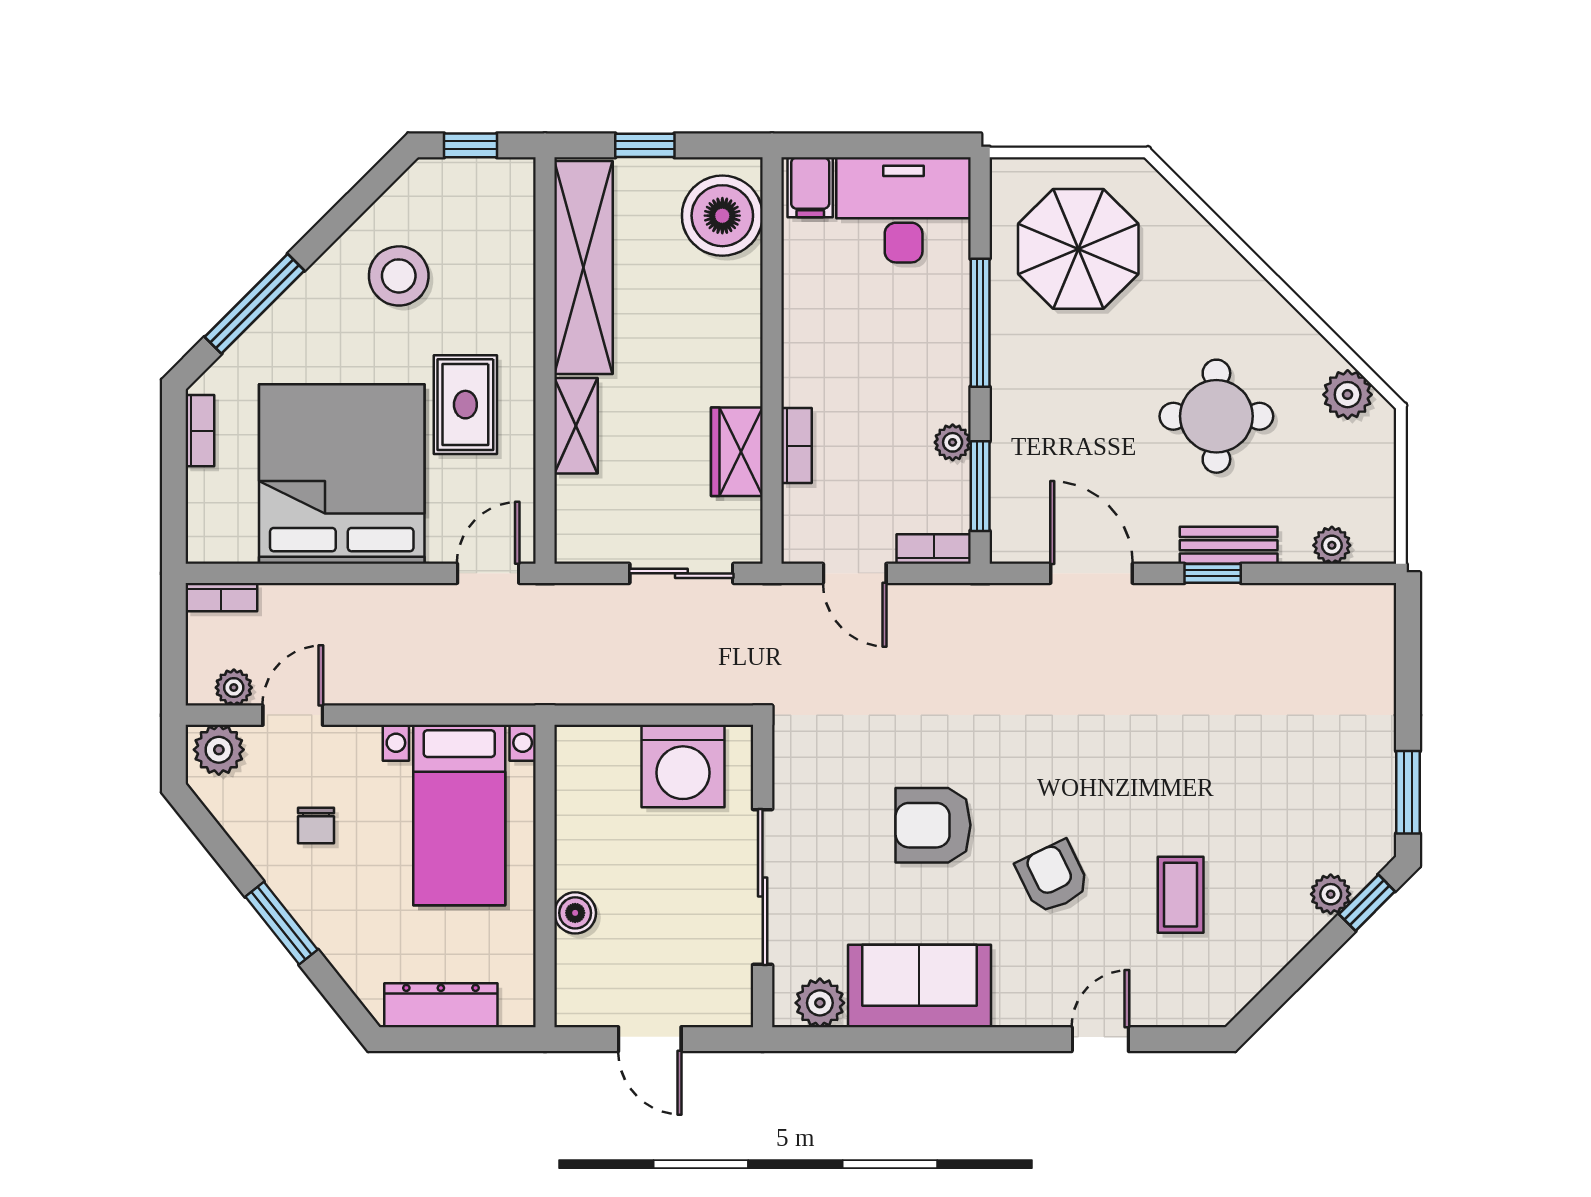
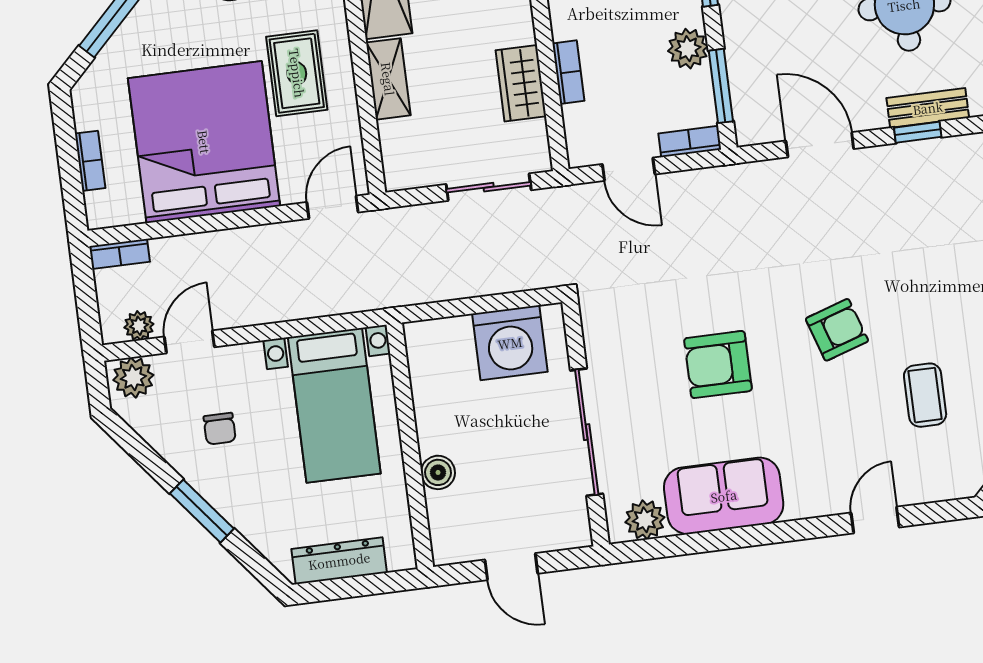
bookcase: (200, 431) -> (90, 161), moved
plant: (953, 442) -> (688, 49), width x1.38, depth x1.38
armchair: (1053, 877) -> (837, 330), moved, turned 98

